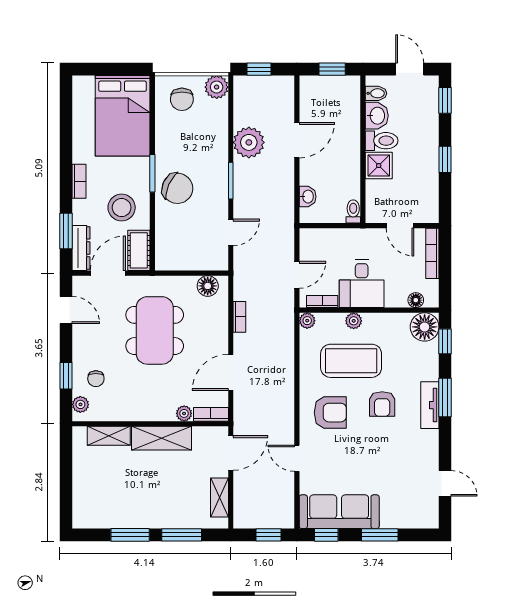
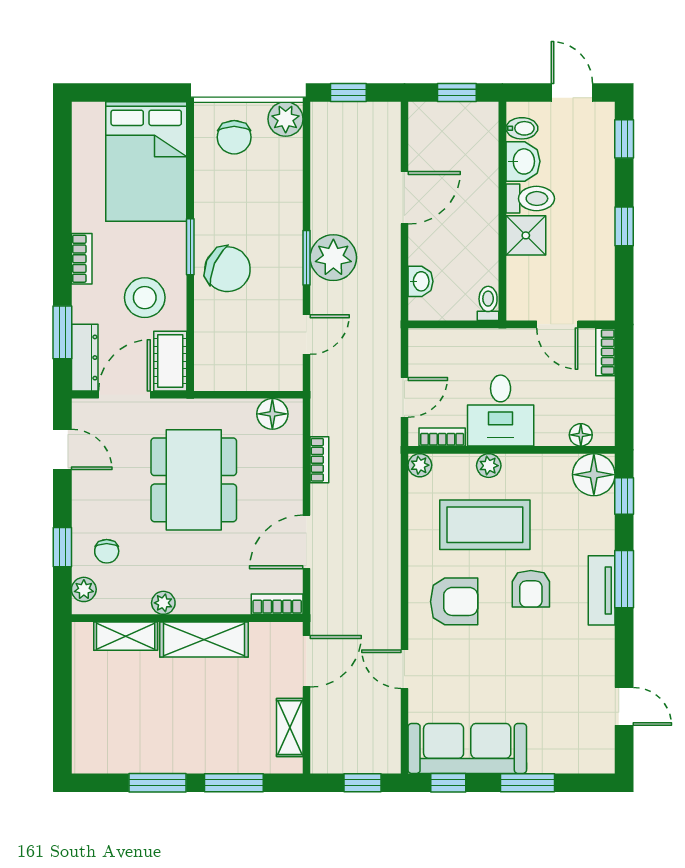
plant: (249, 142) -> (333, 258), moved
bookcase: (432, 253) -> (605, 352), width x0.64
plant: (184, 413) -> (163, 603), moved

